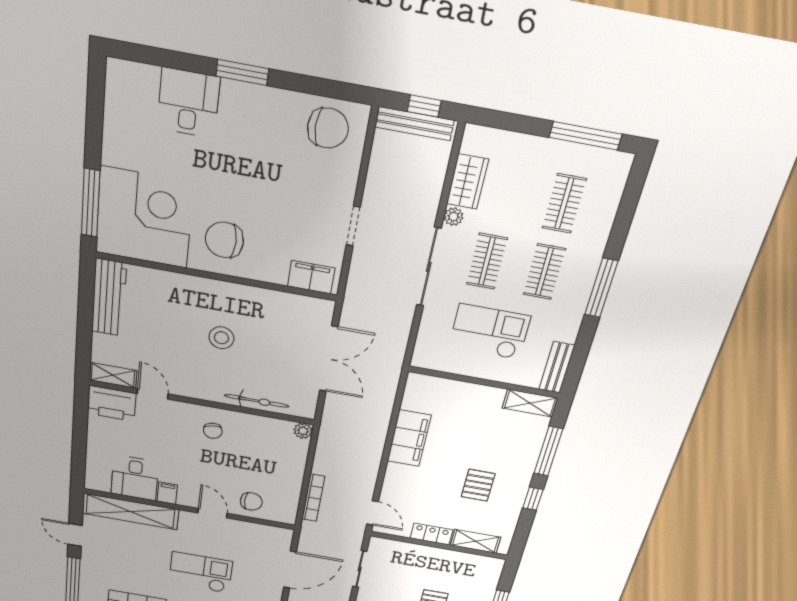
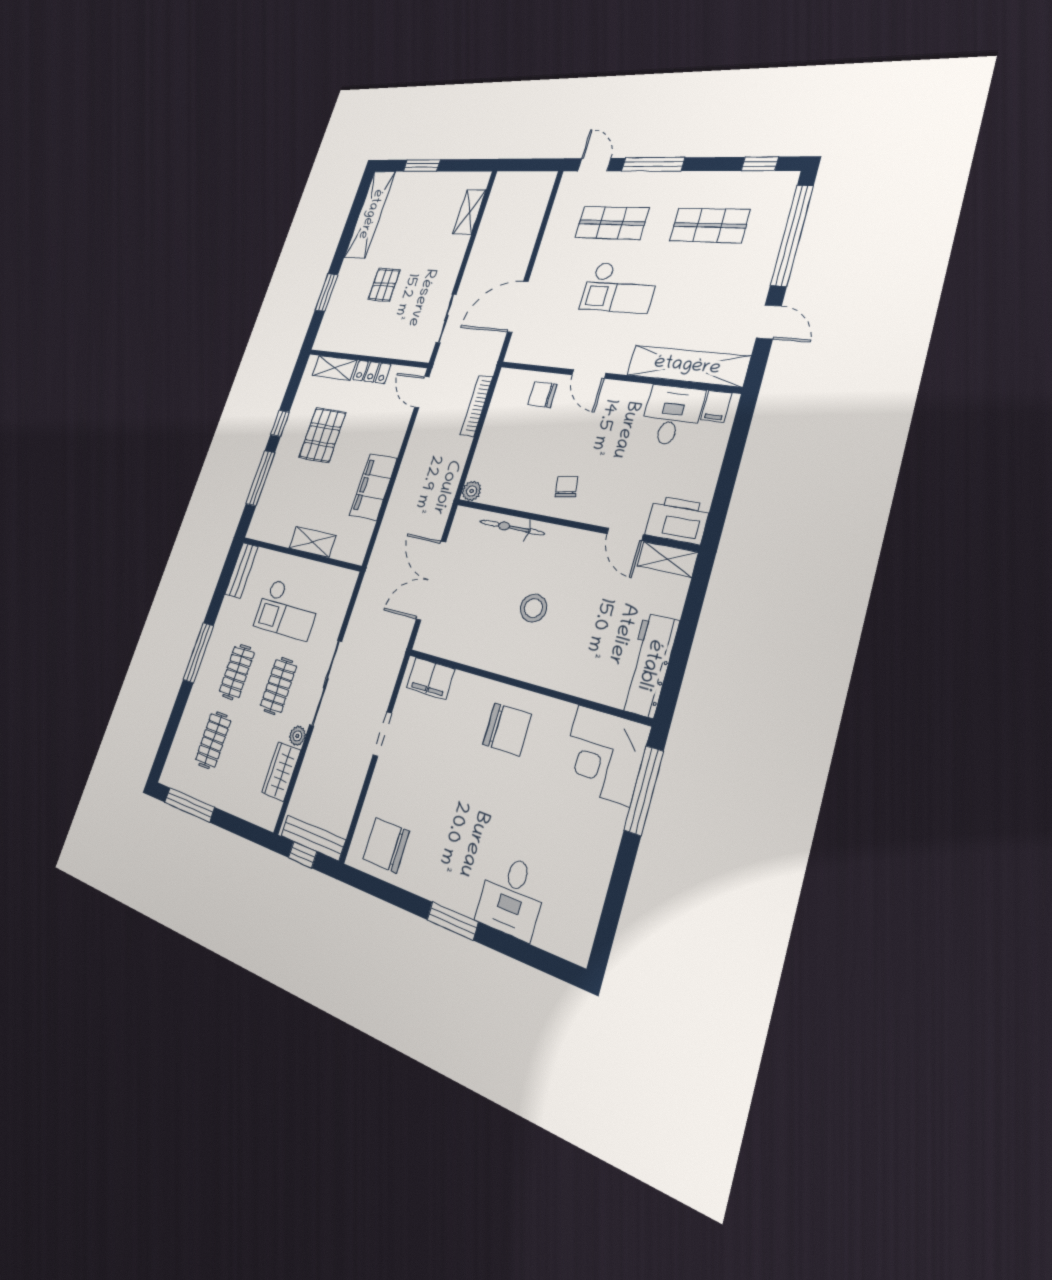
corner desk: (144, 218) -> (604, 755), width x0.74, depth x0.74
shelving: (530, 403) -> (312, 542), moved
pallet: (478, 485) -> (322, 435), width x1.50, depth x1.42
filing cabinet: (167, 493) -> (716, 406), moved

